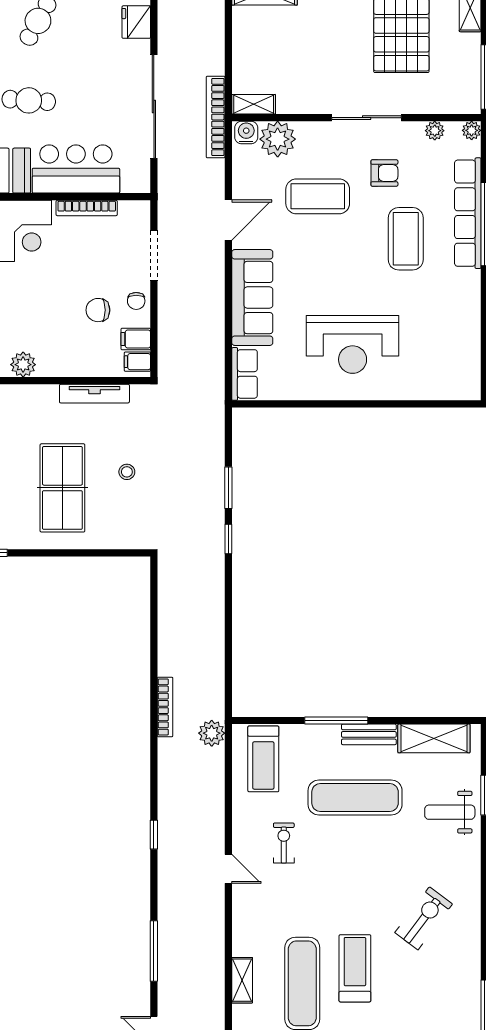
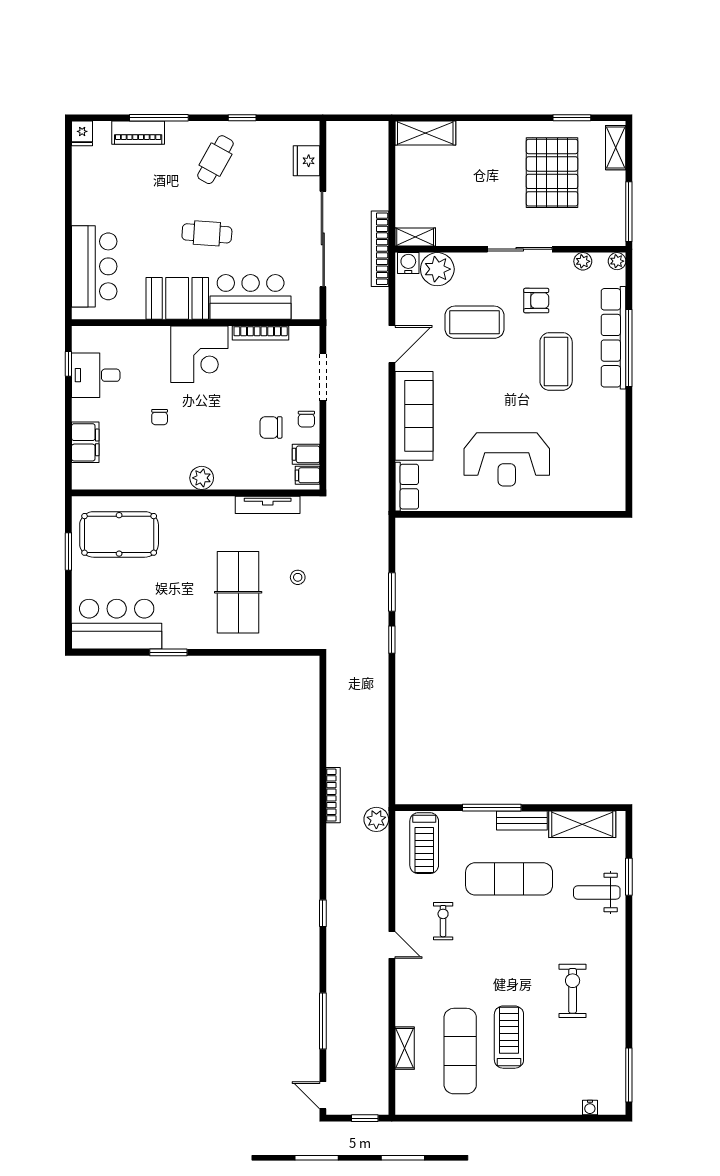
exercise bike: (424, 918) -> (573, 991), turned -37

